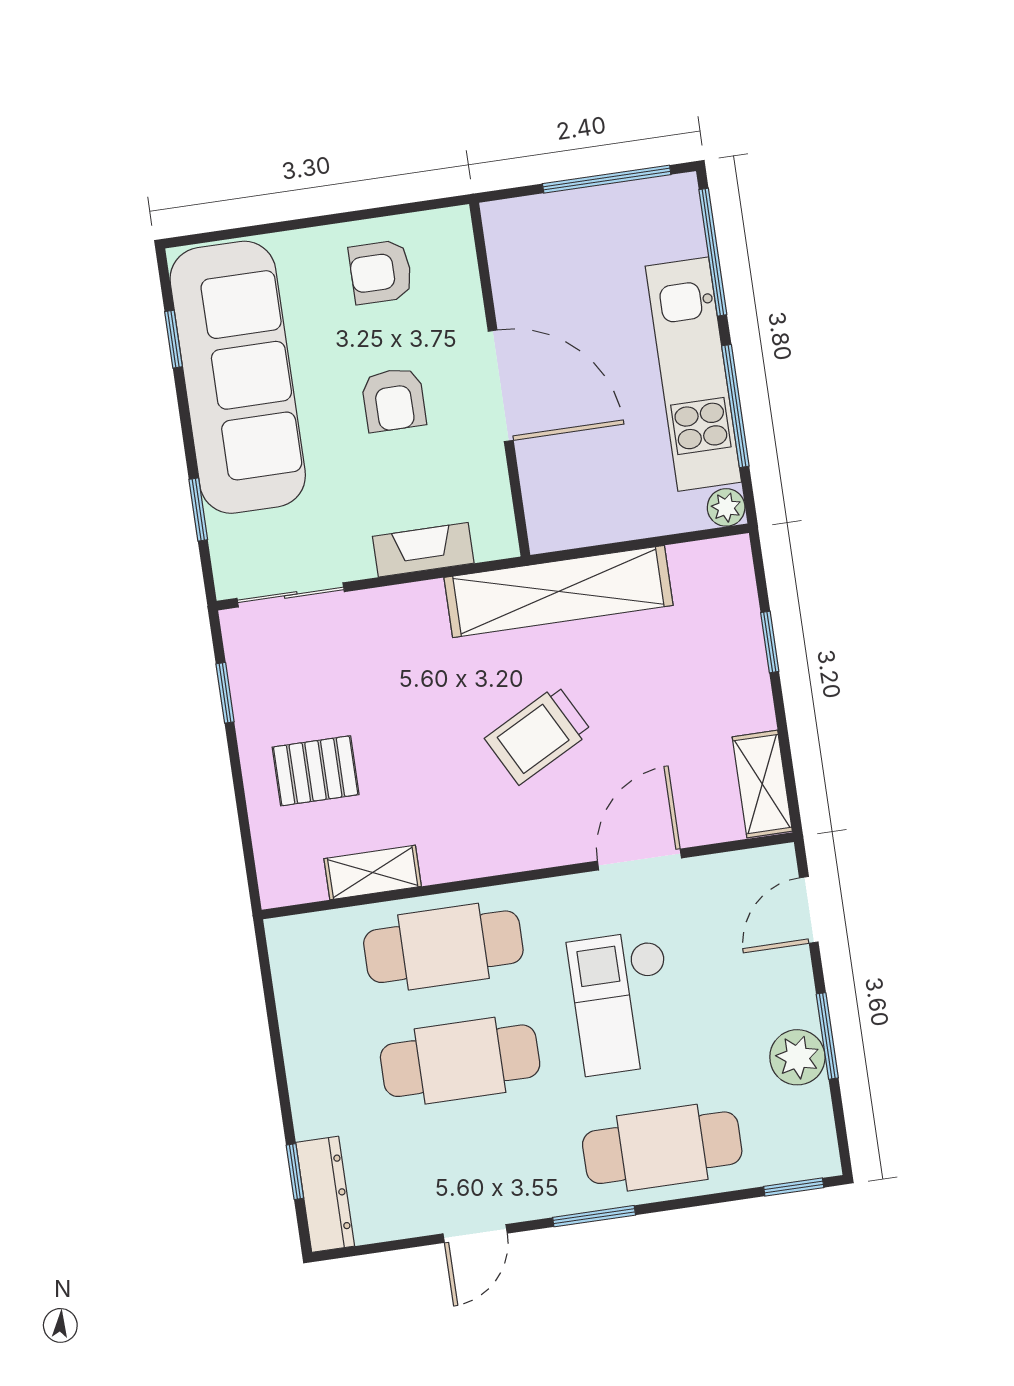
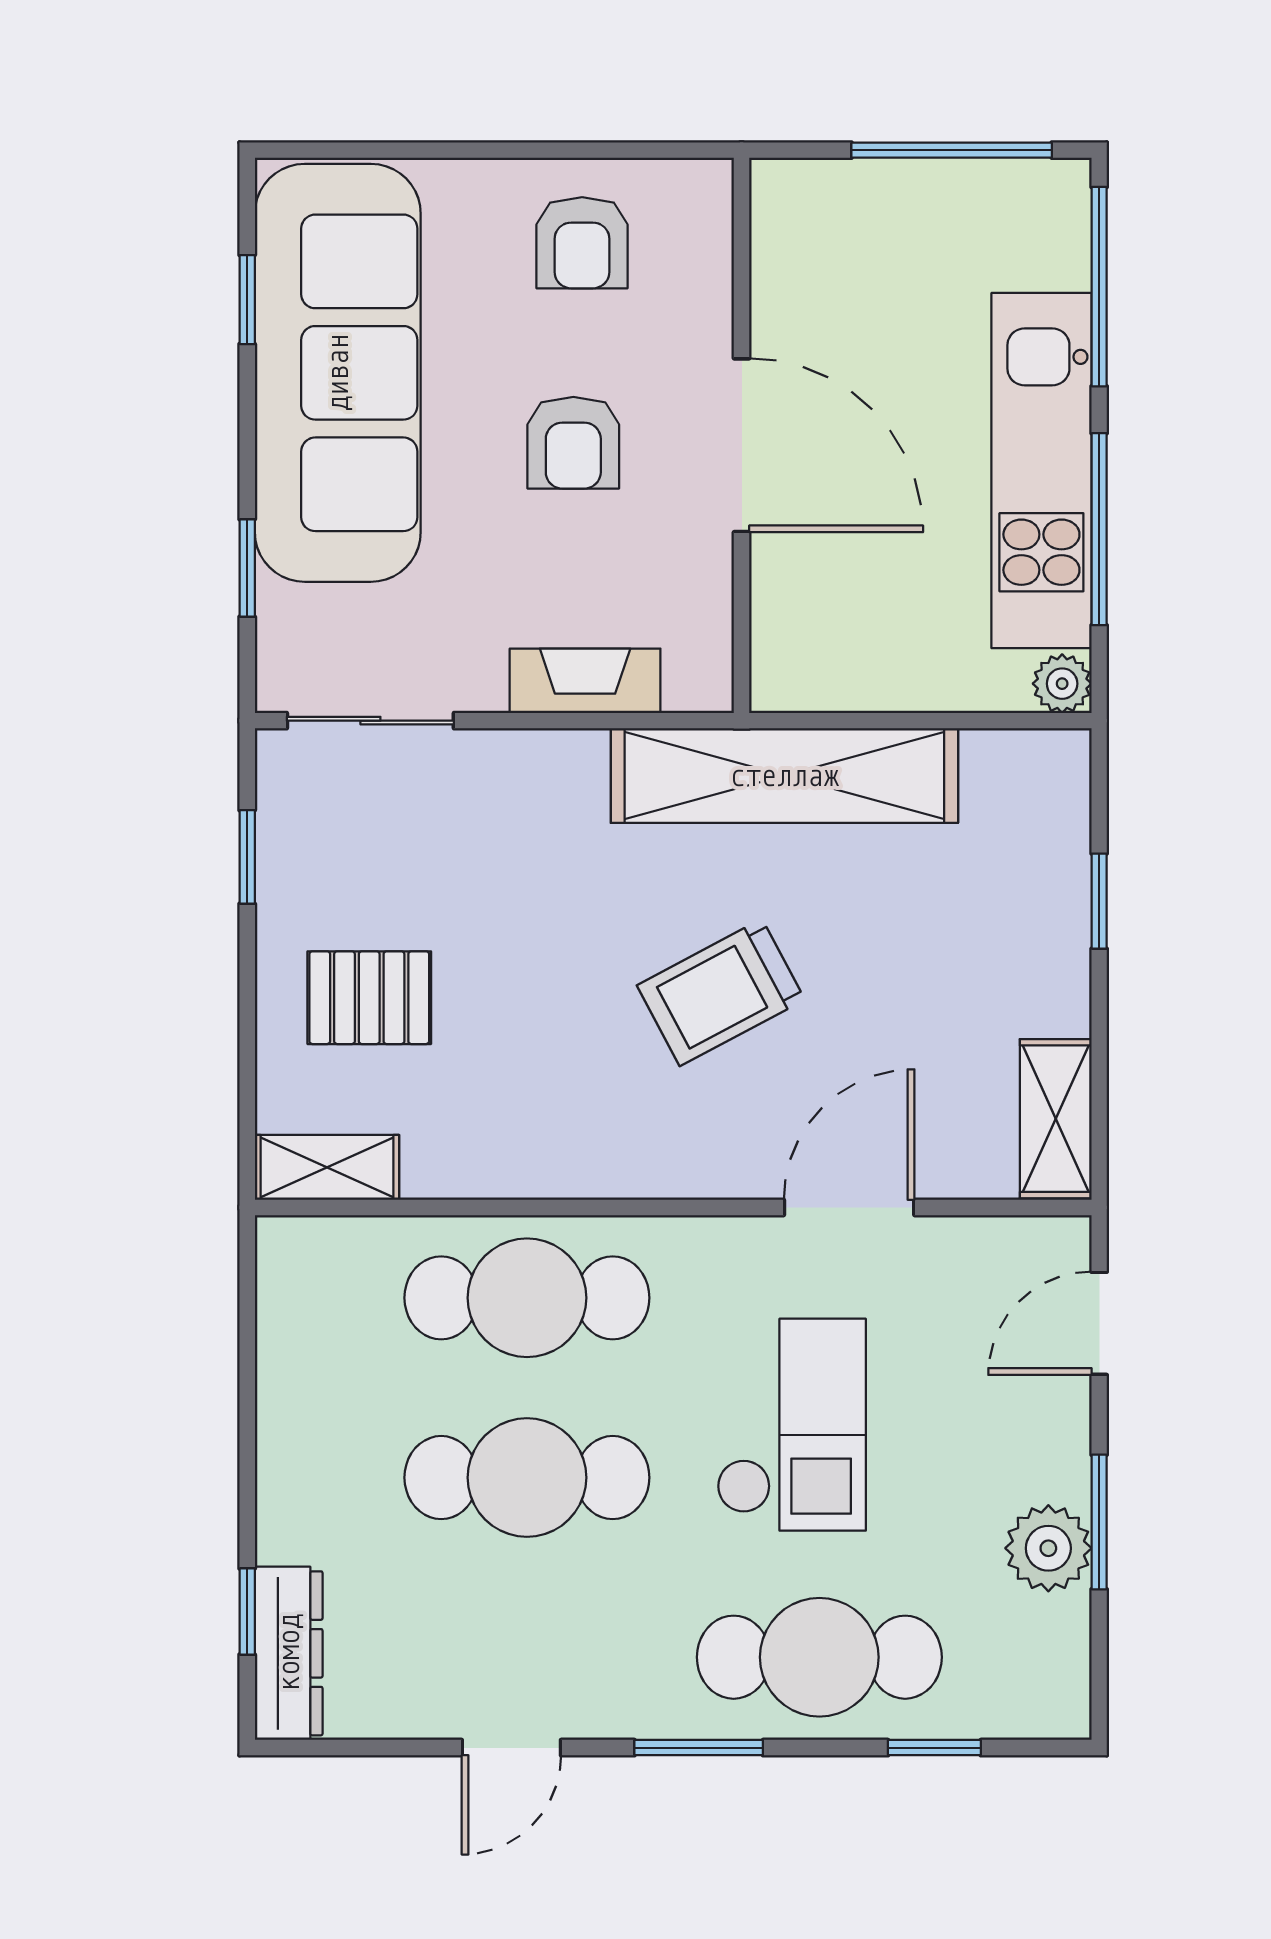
armchair: (381, 272) -> (582, 243), turned -90
shelving: (373, 872) -> (327, 1167), moved
checkout: (623, 1003) -> (791, 1425), turned 180
window: (794, 1187) -> (934, 1748), moved

